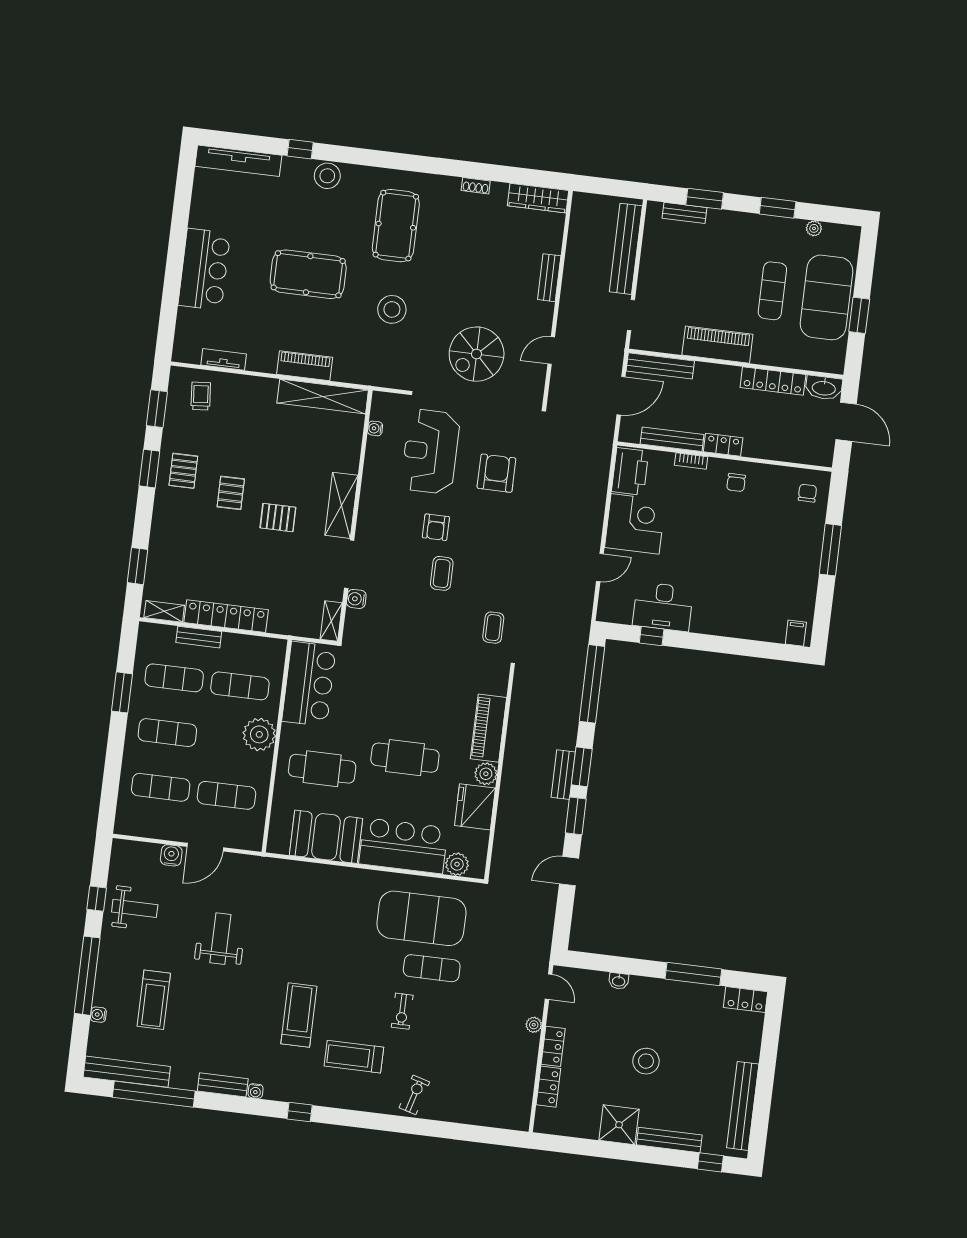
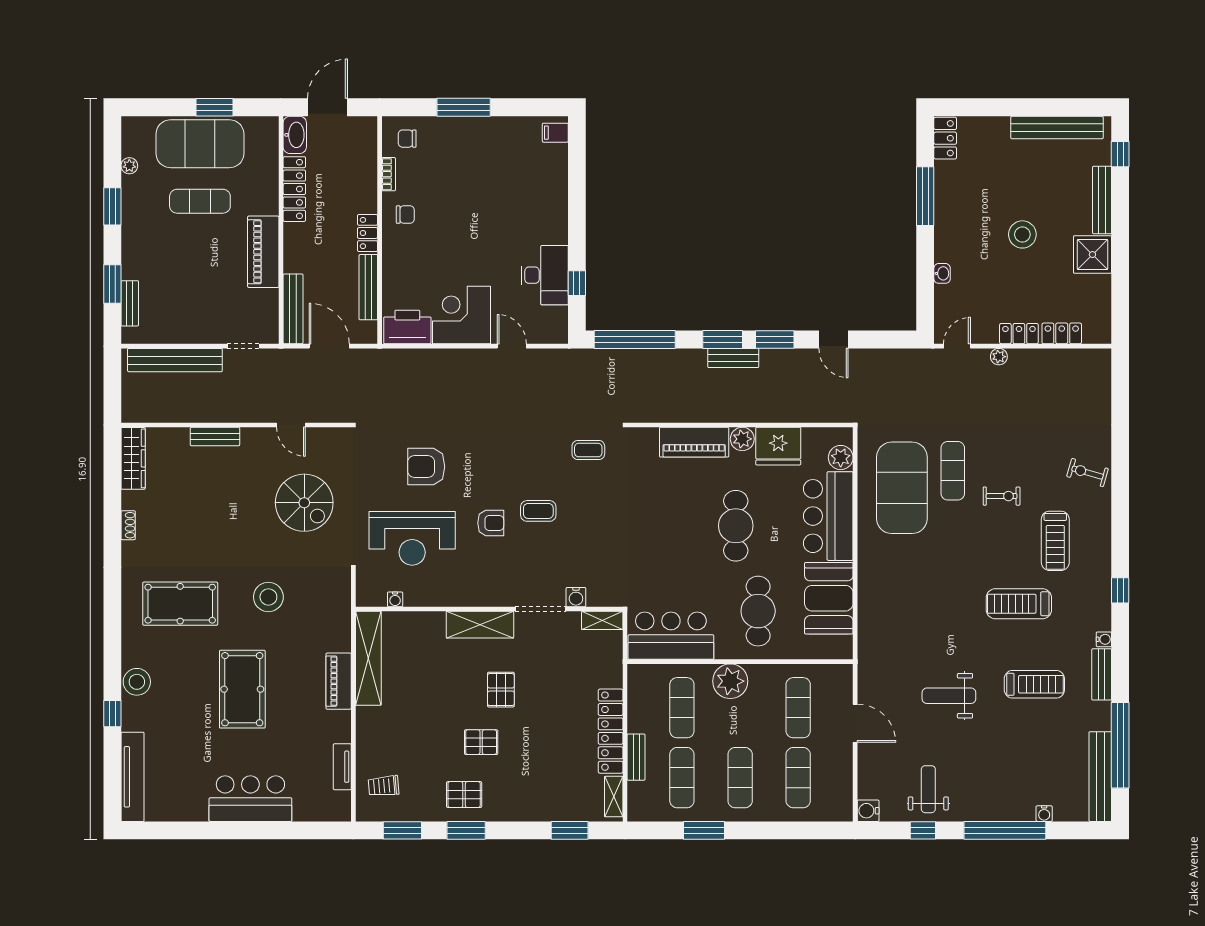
bookcase: (691, 461) -> (389, 174), moved
water cooler: (171, 855) -> (868, 811), moved
treadmill: (154, 1000) -> (1034, 684), moved

